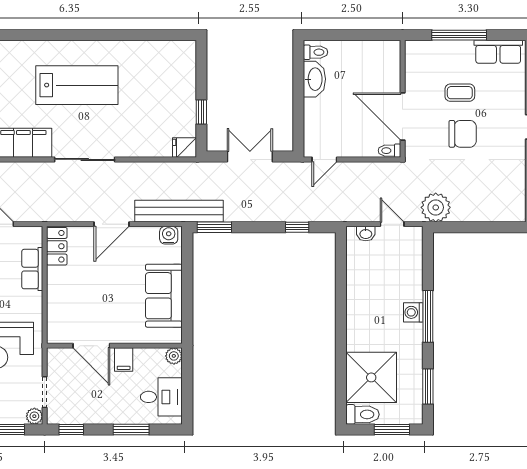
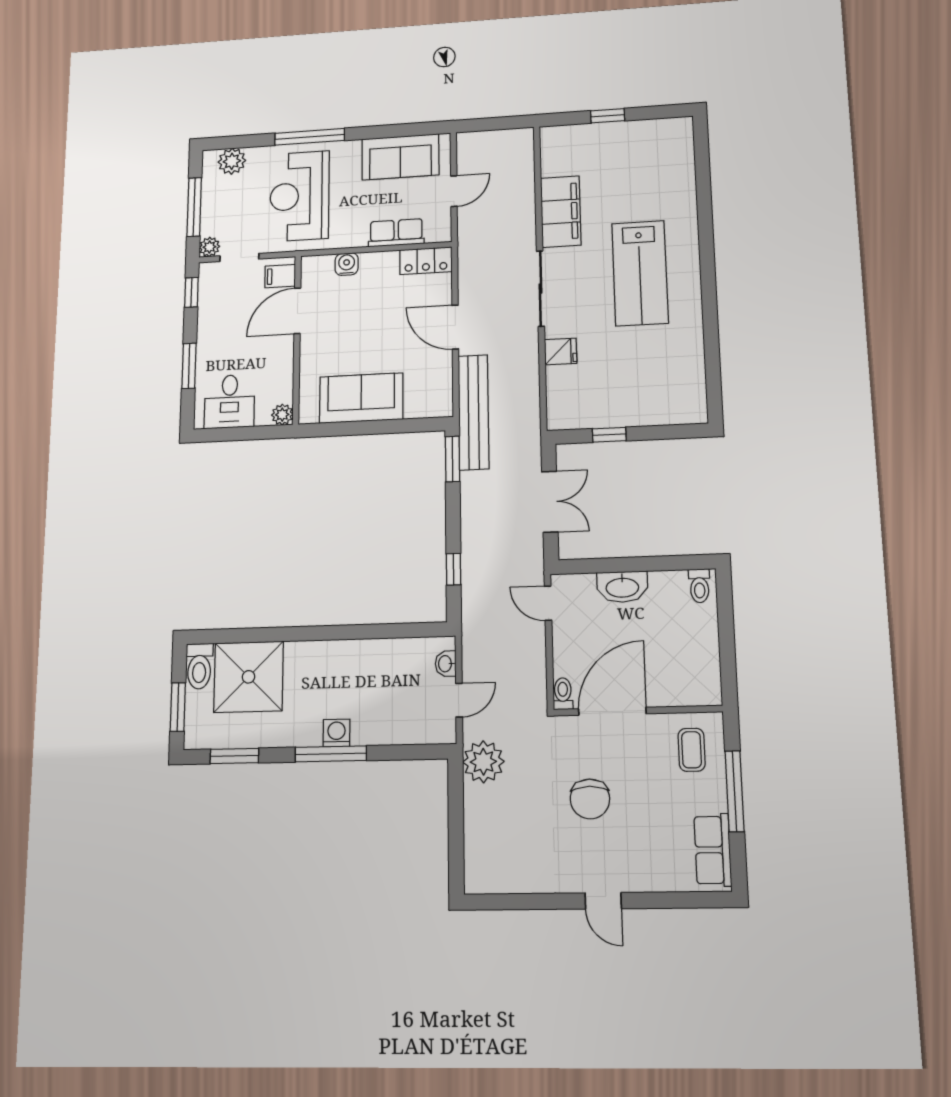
washbasin: (314, 79) -> (622, 587), moved
coffee table: (460, 93) -> (692, 750), moved
fridge: (184, 148) -> (561, 352), moved, turned 90
water cooler: (169, 235) -> (347, 264), moved, turned -90
filing cabinet: (124, 360) -> (280, 276), moved

